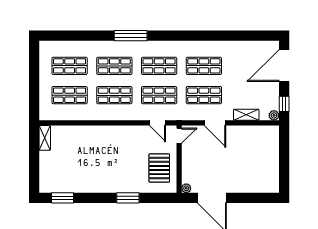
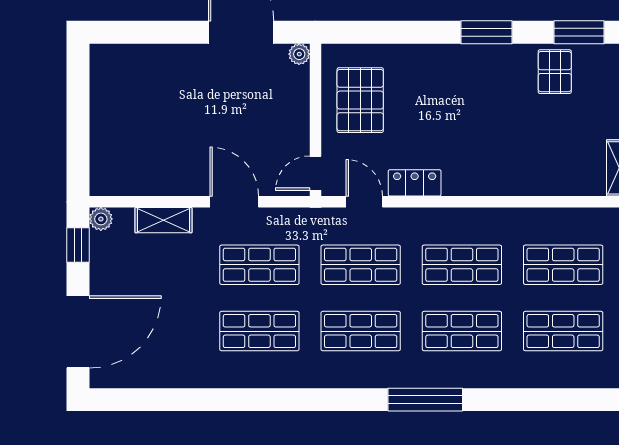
locker: (135, 131) -> (415, 183), added
pallet: (73, 181) -> (555, 72), added
window: (128, 198) -> (486, 32), moved

